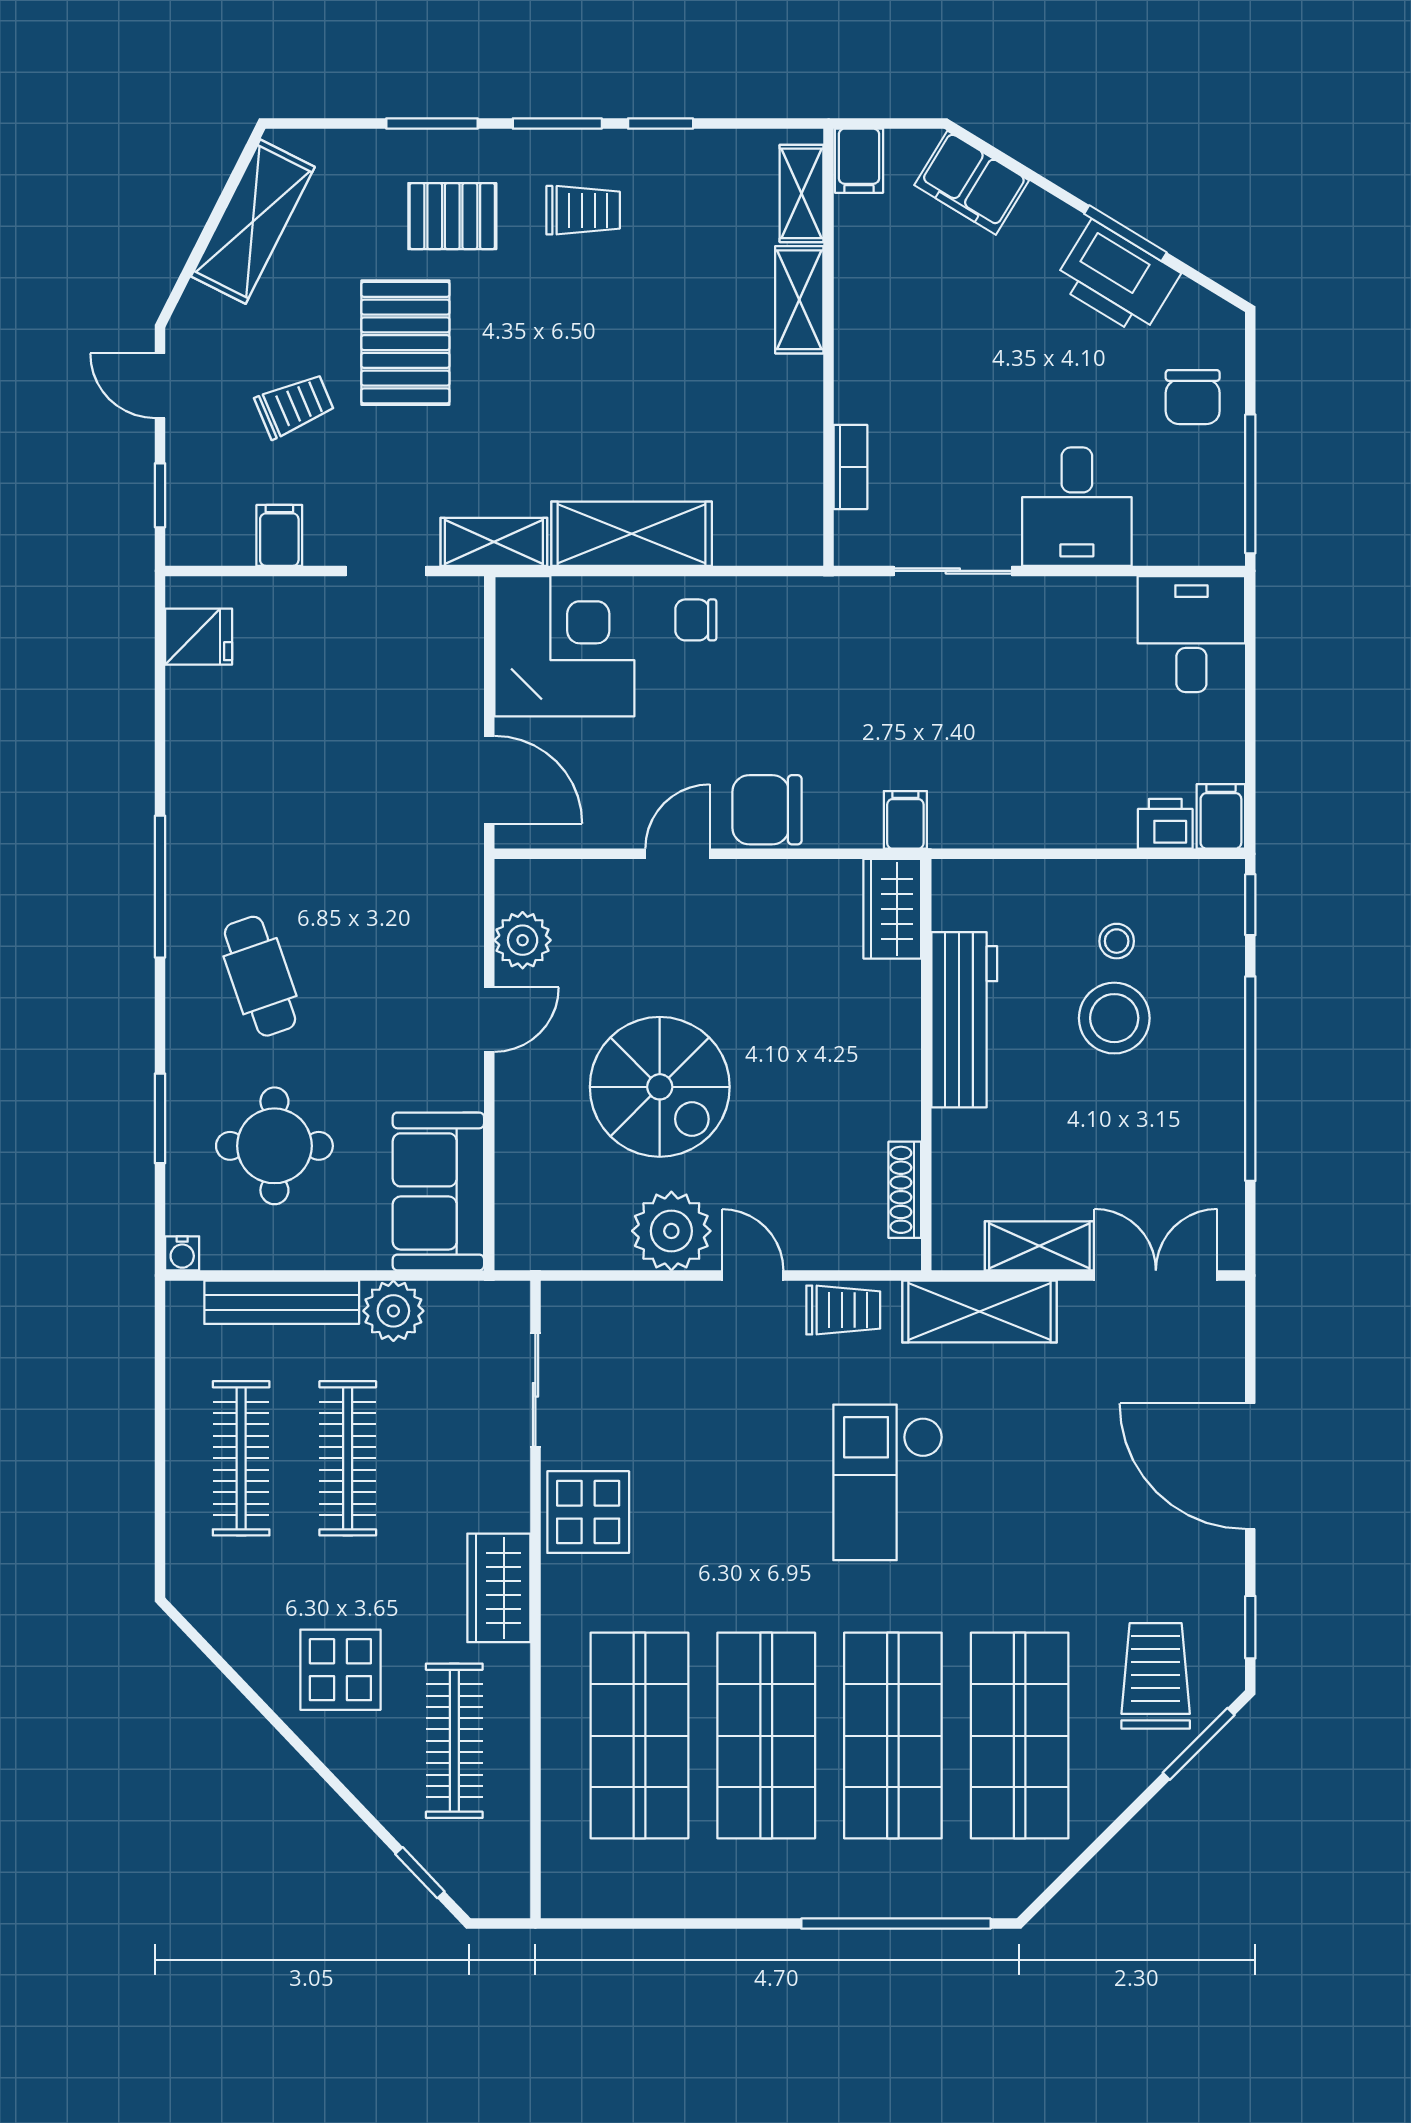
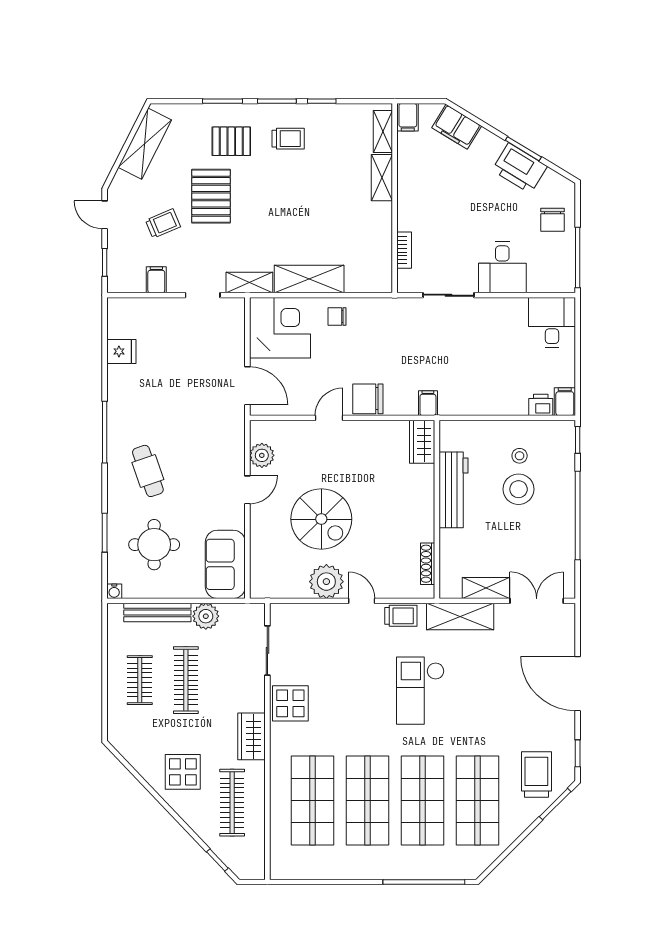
fridge: (199, 637) -> (121, 351), moved
clothes rail: (241, 1458) -> (140, 680), width x0.73

